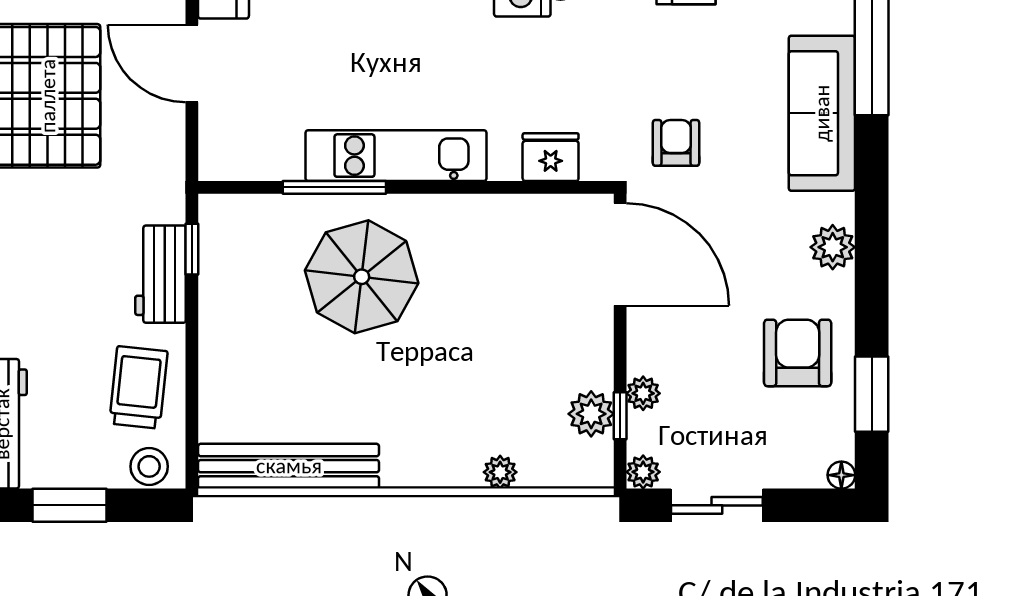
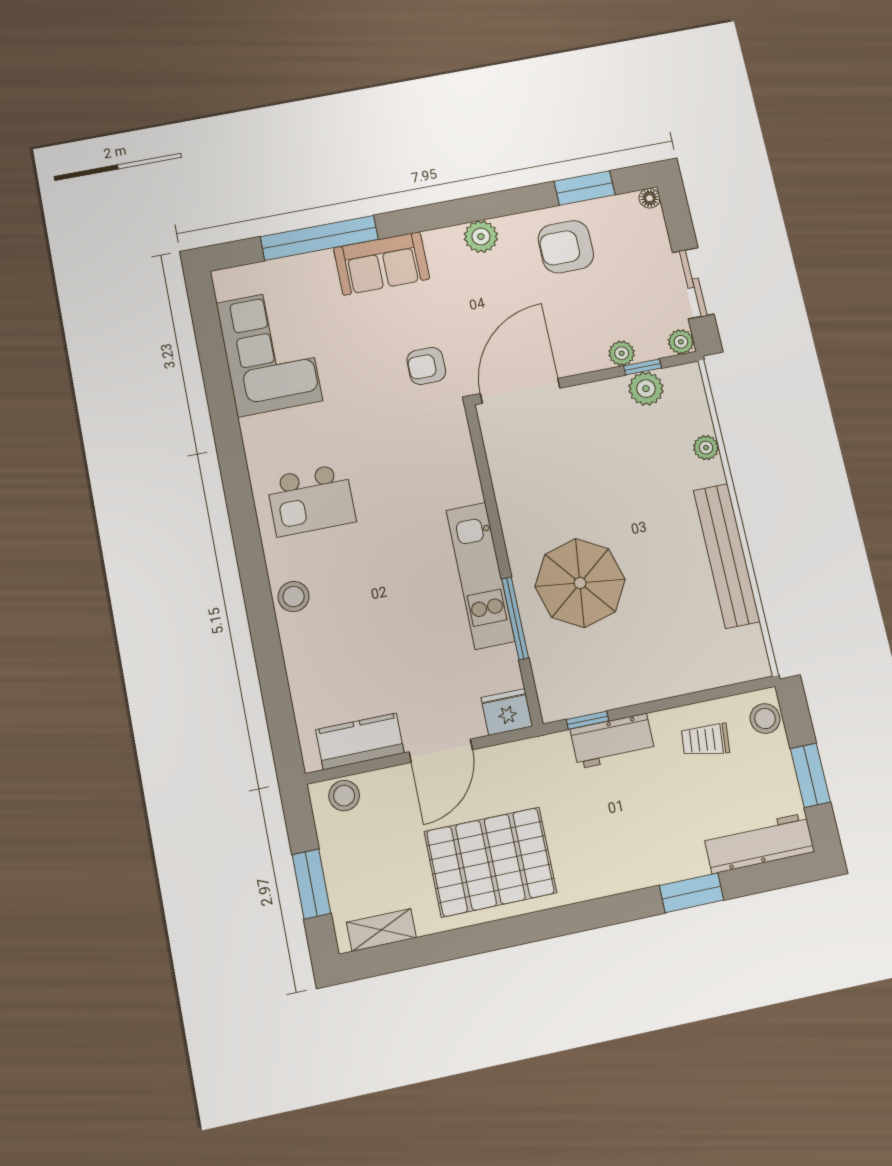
sofa: (822, 113) -> (382, 263), width x0.73
fridge: (551, 157) -> (507, 712), moved, turned 90
trolley: (138, 387) -> (705, 740), width x0.73, depth x0.72
bench: (289, 466) -> (727, 556), moved

